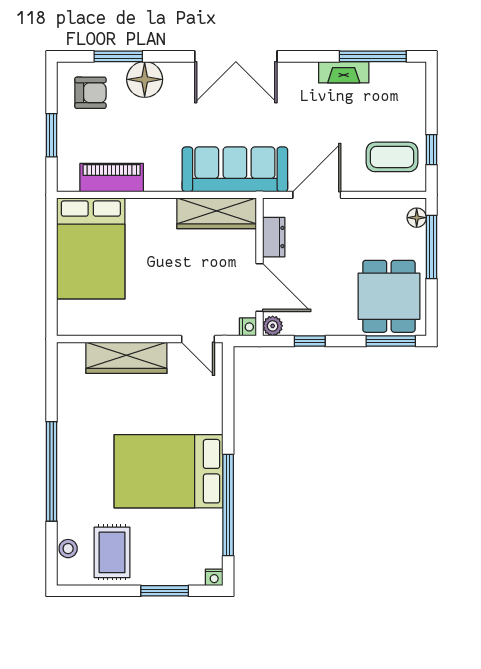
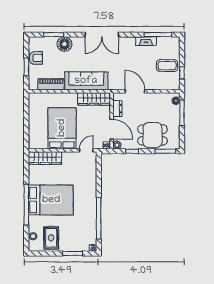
armchair: (90, 93) -> (36, 58), moved
coffee table: (392, 157) -> (167, 66), moved
sofa: (235, 169) -> (86, 81), moved
door: (317, 195) -> (135, 91), hinge flipped
bed: (91, 248) -> (62, 128), moved, turned 180
dining table: (389, 296) -> (153, 135), moved, turned 90
door: (198, 339) -> (86, 150), swing flipped
wardrobe: (126, 358) -> (45, 158), moved
bed: (169, 471) -> (51, 200), moved, turned 180

